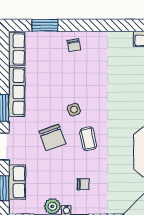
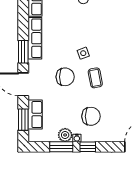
chair: (52, 138) -> (65, 77), turned -70
chair: (83, 184) -> (91, 116), width x1.87, depth x1.87

